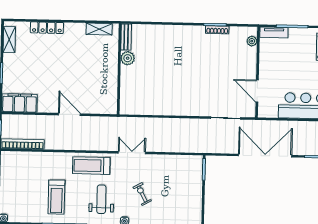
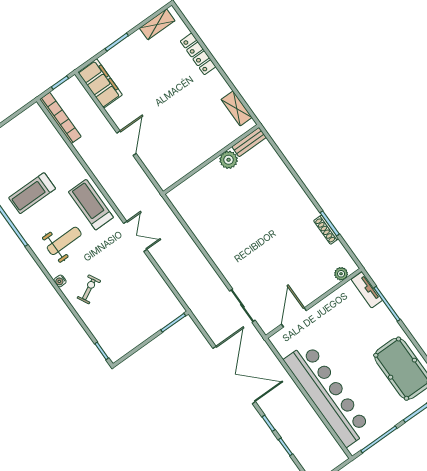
exercise bike: (142, 194) -> (89, 289), moved

